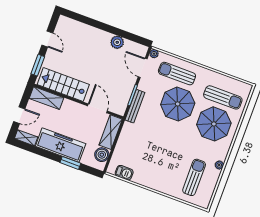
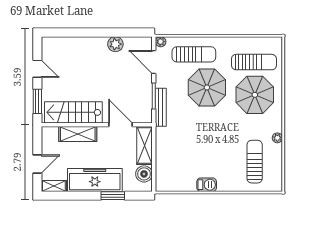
sun lounger: (177, 74) -> (194, 54), turned 180
shelving: (46, 98) -> (78, 134), moved
barbecue: (124, 173) -> (207, 185), moved

